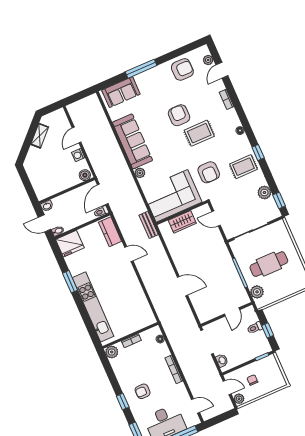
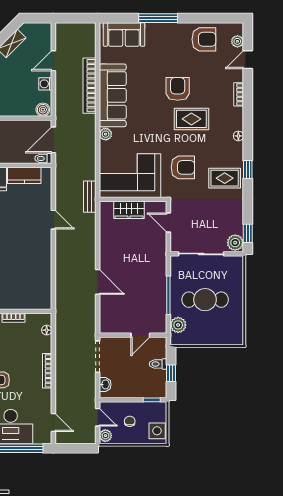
bookcase: (112, 142) -> (90, 86), added
armchair: (209, 172) -> (183, 167), turned -90
plant: (264, 193) -> (235, 243), moved
kitchen counter: (110, 232) -> (24, 175), moved, turned -90
side table: (276, 378) -> (157, 431), added

